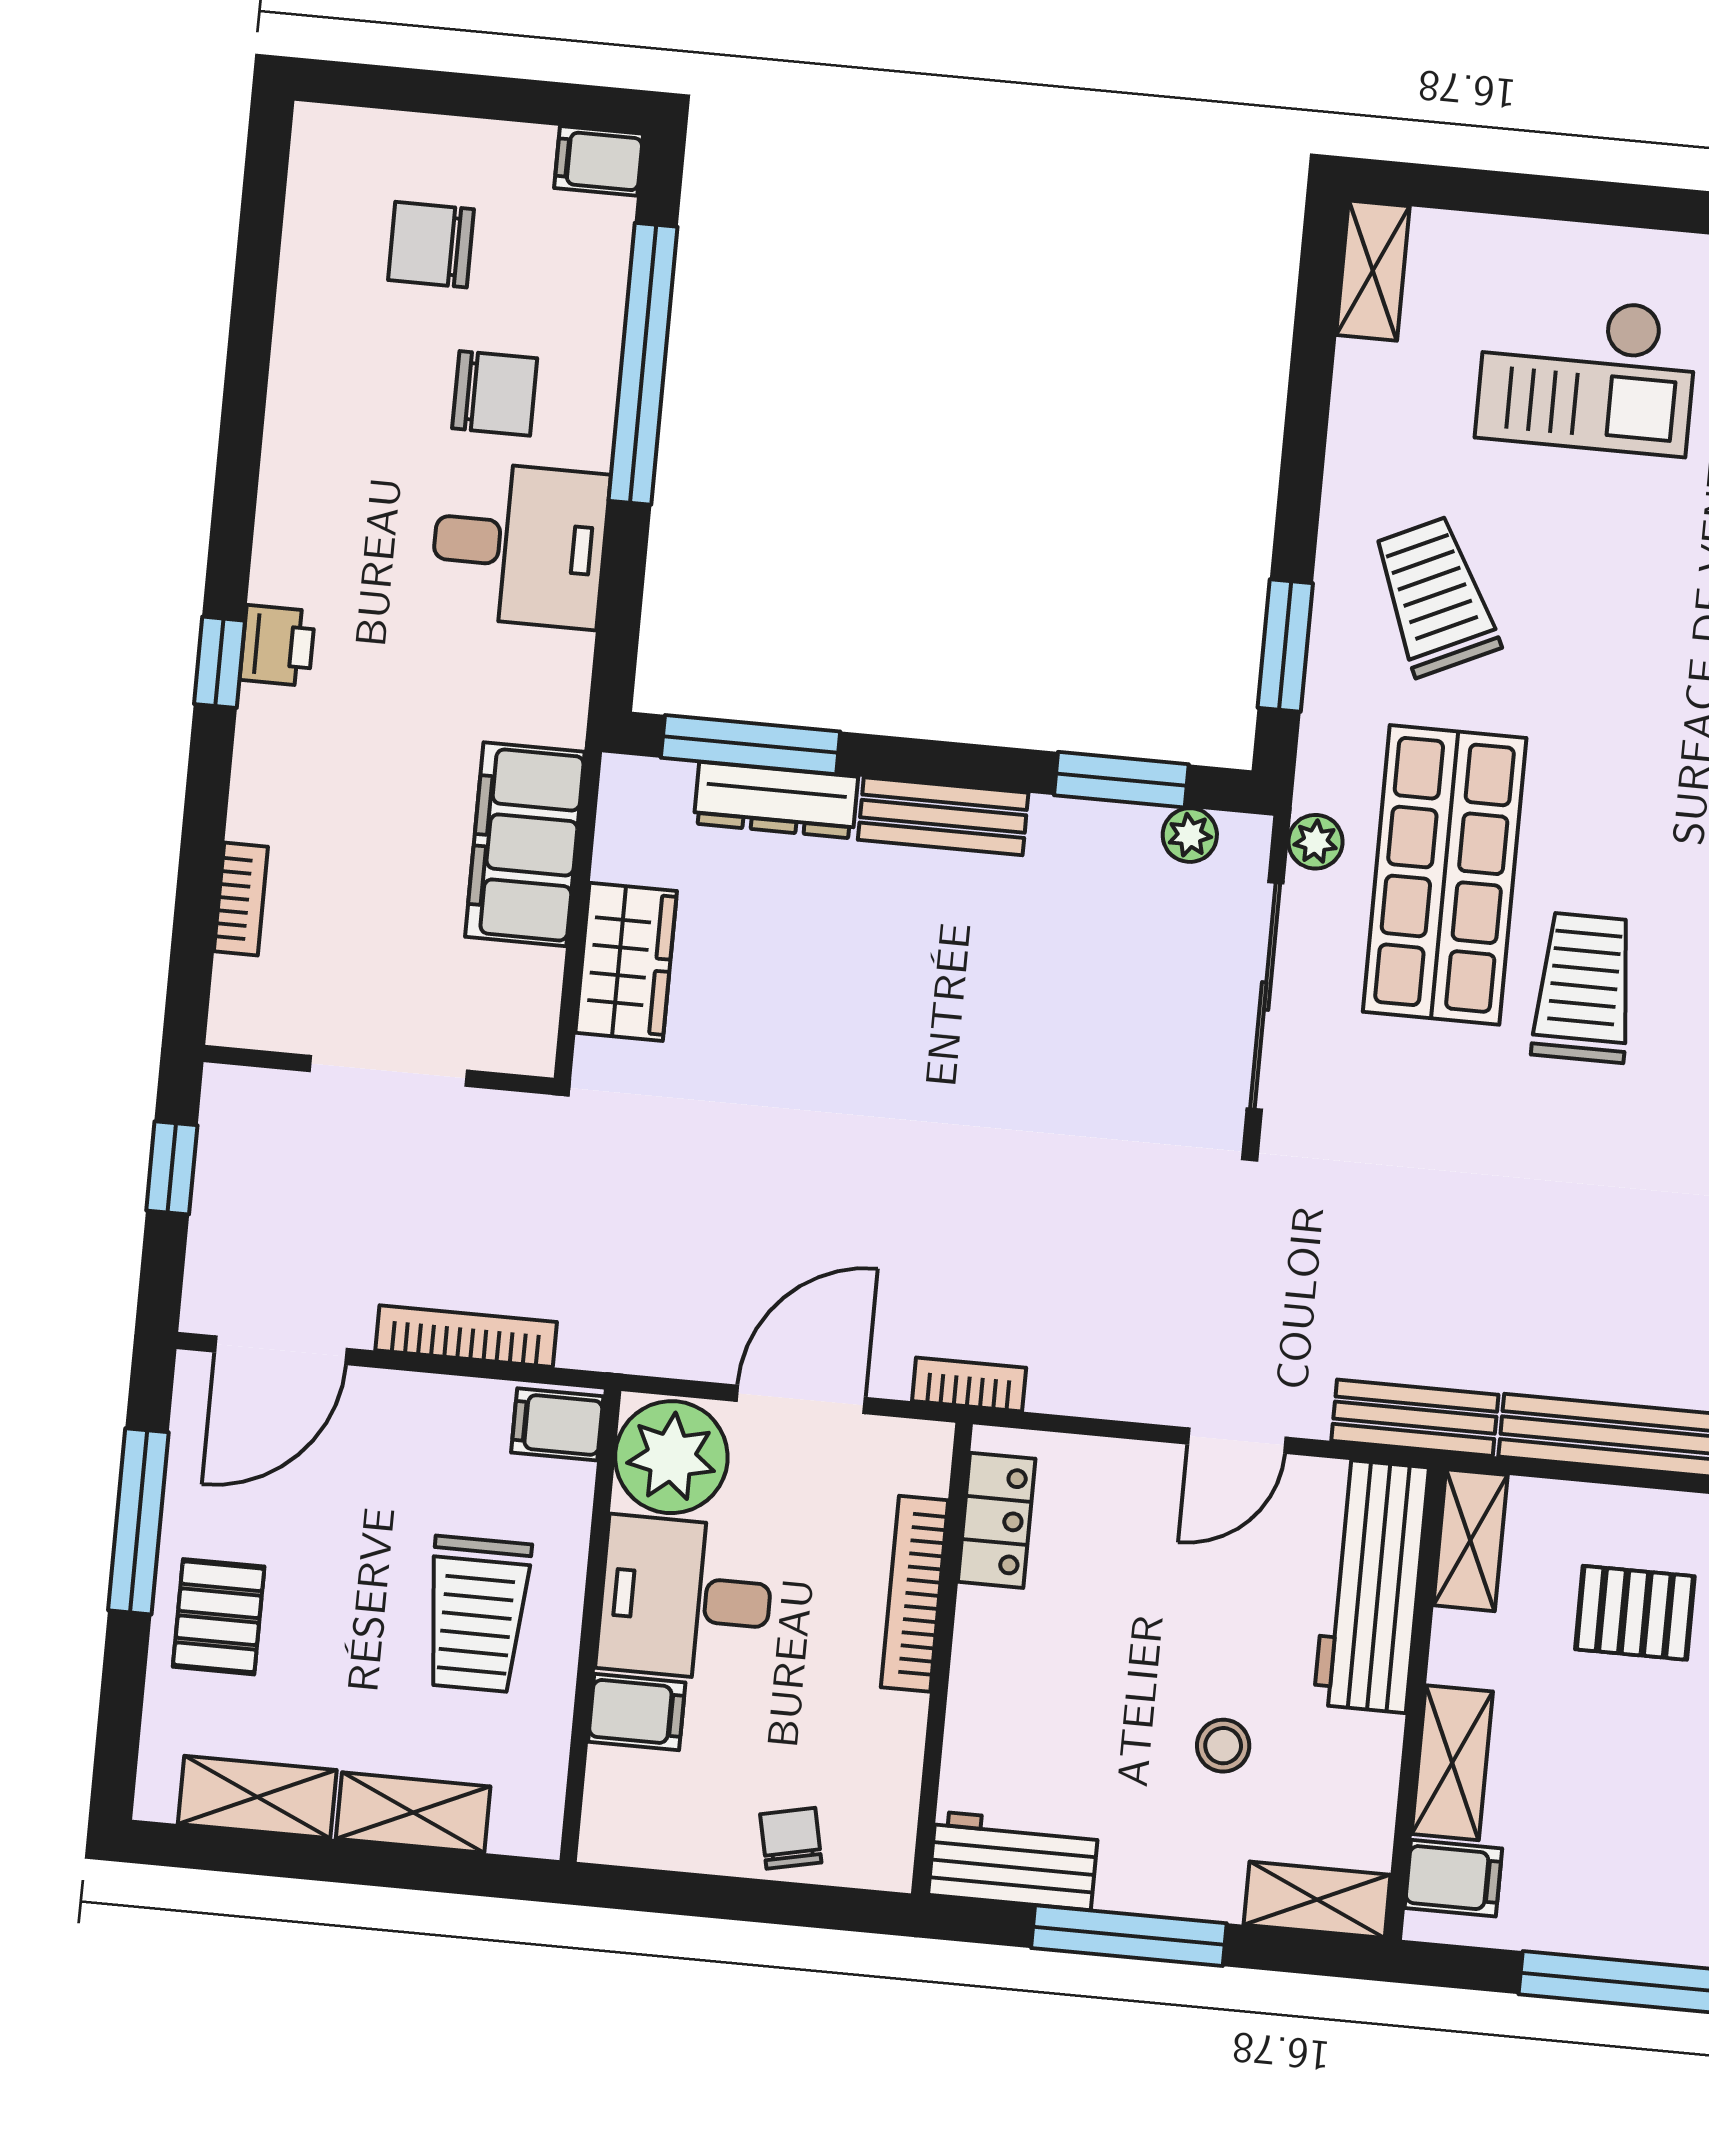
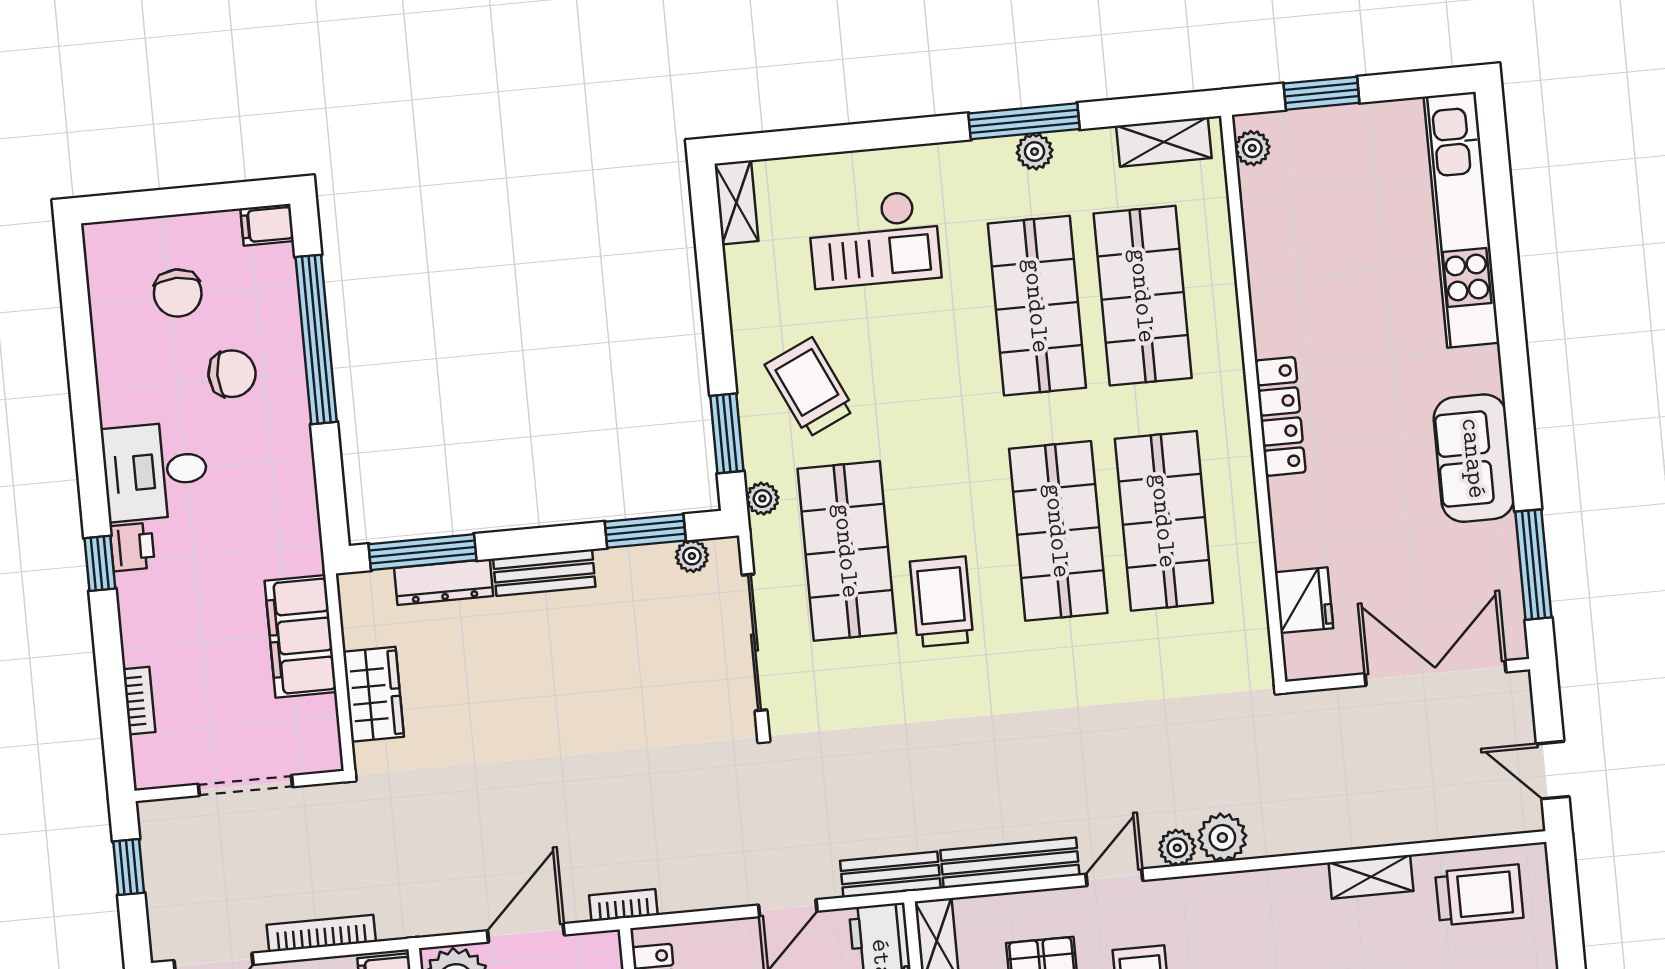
chair: (431, 245) -> (178, 293), turned -90
desk: (519, 545) -> (155, 471), moved, turned 180
plant: (1315, 842) -> (762, 499), moved

